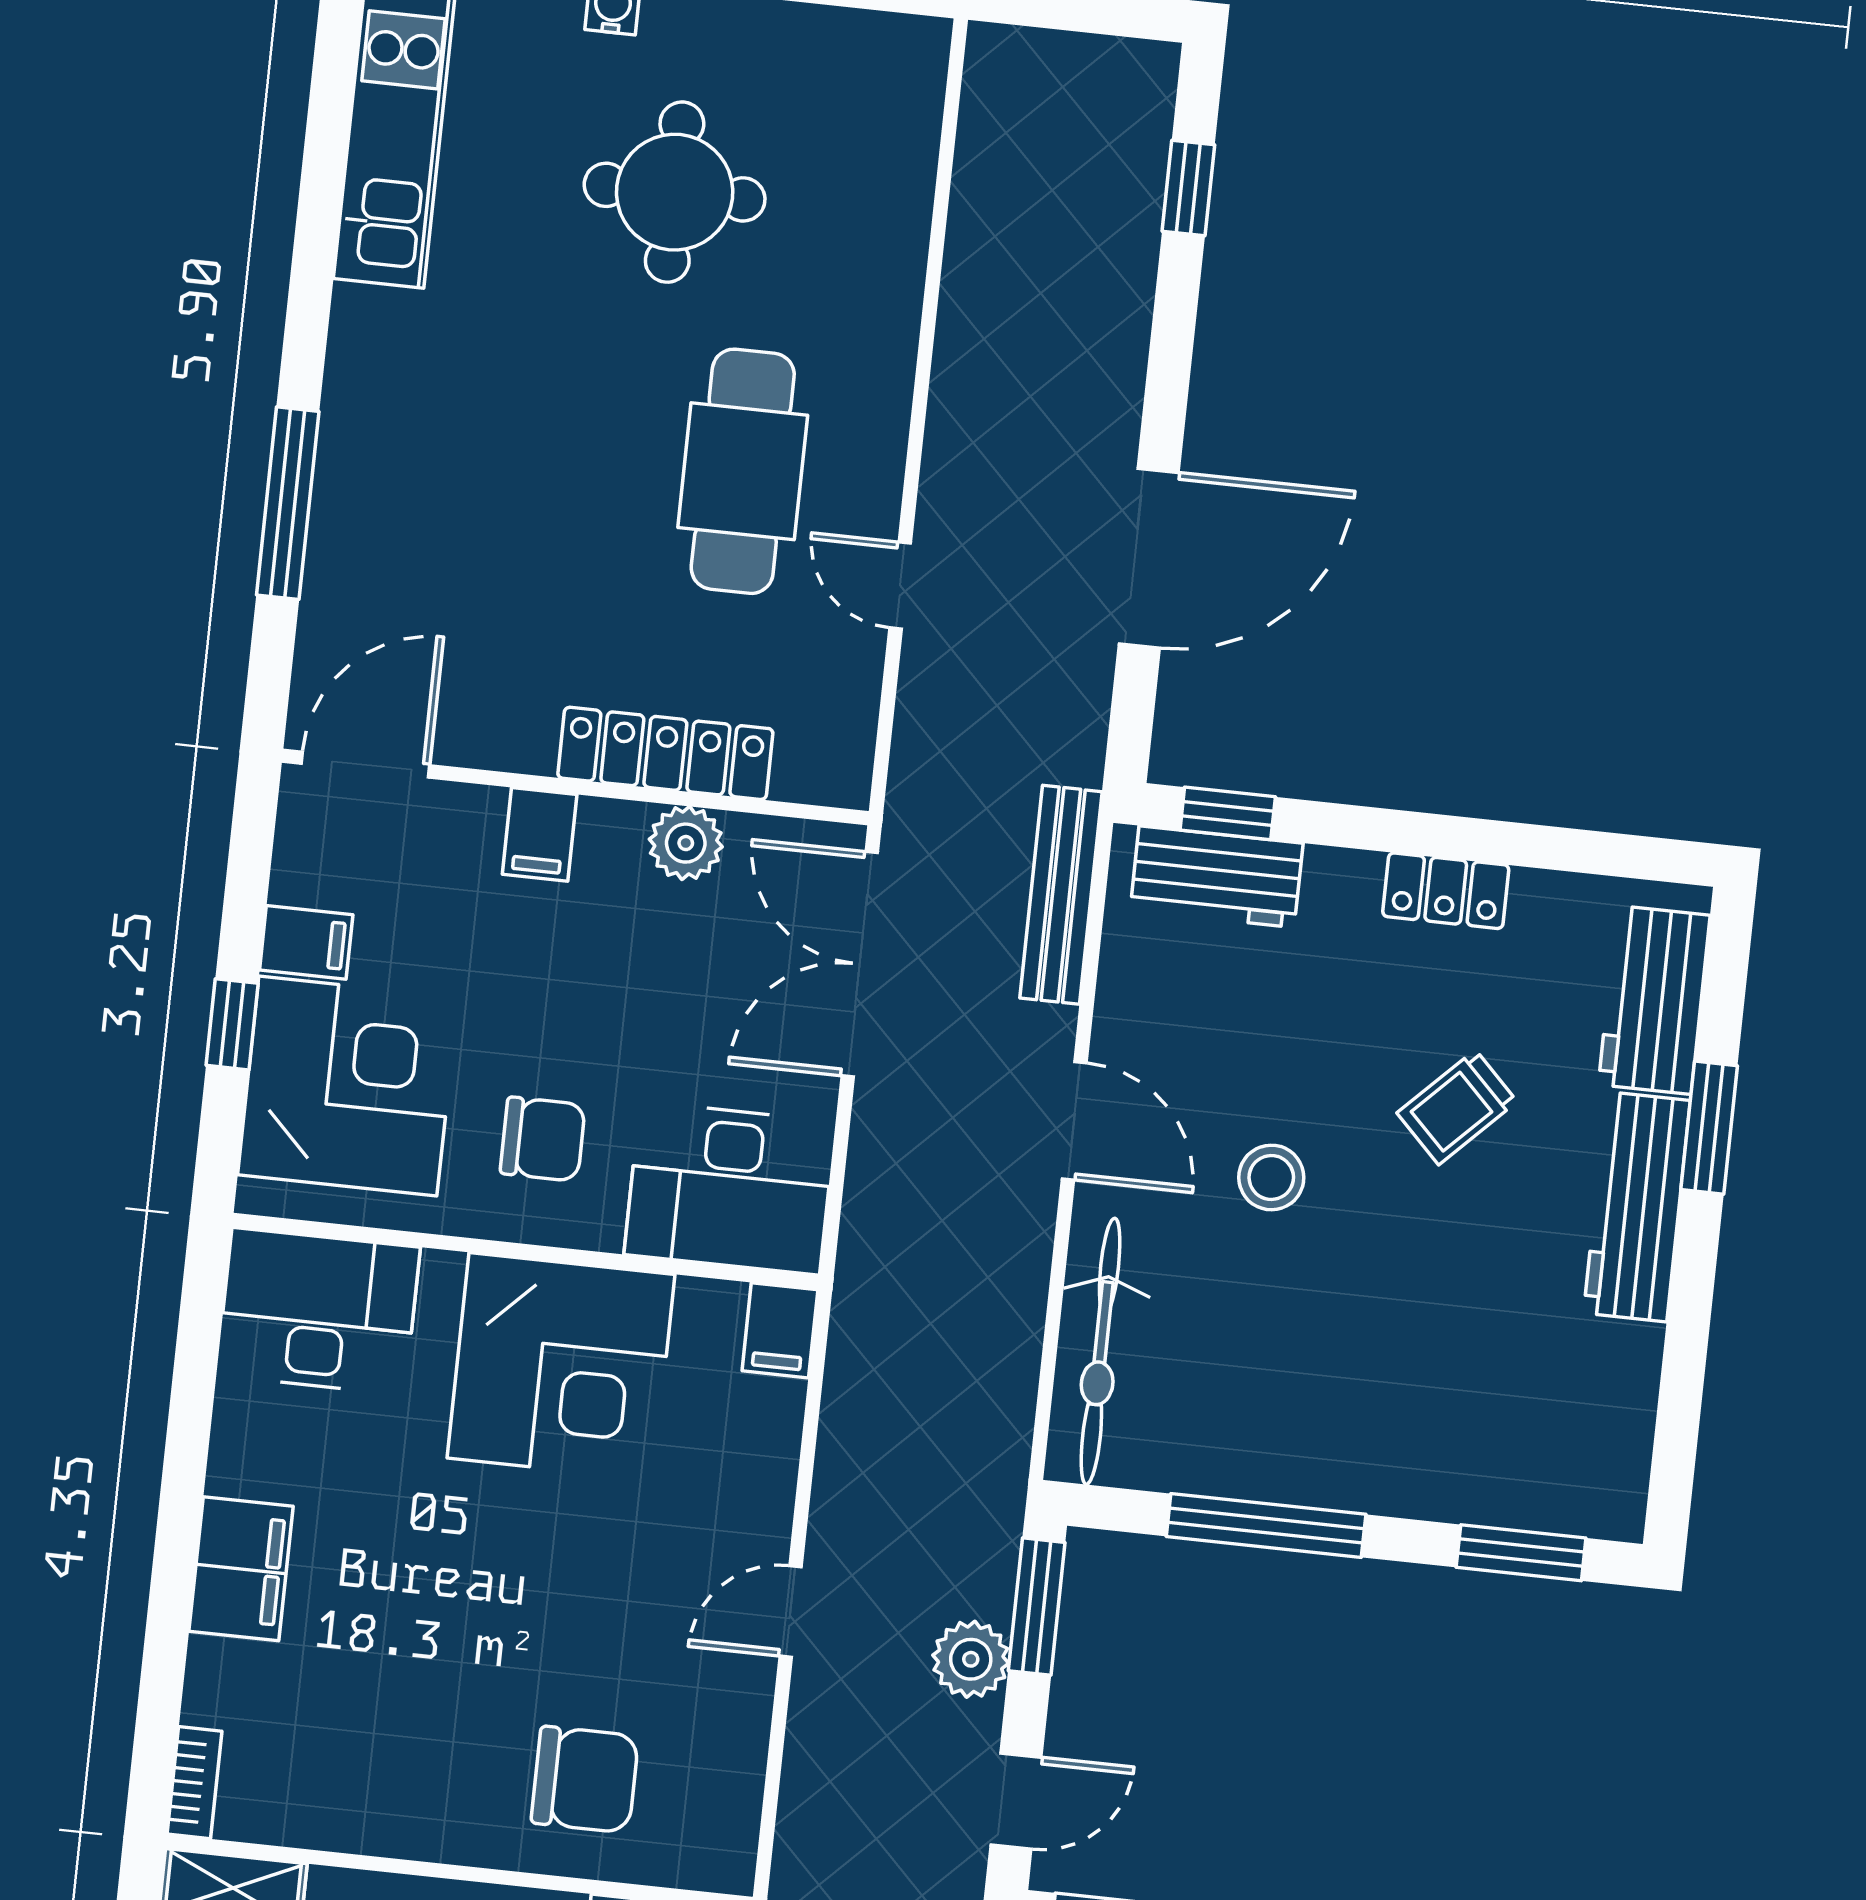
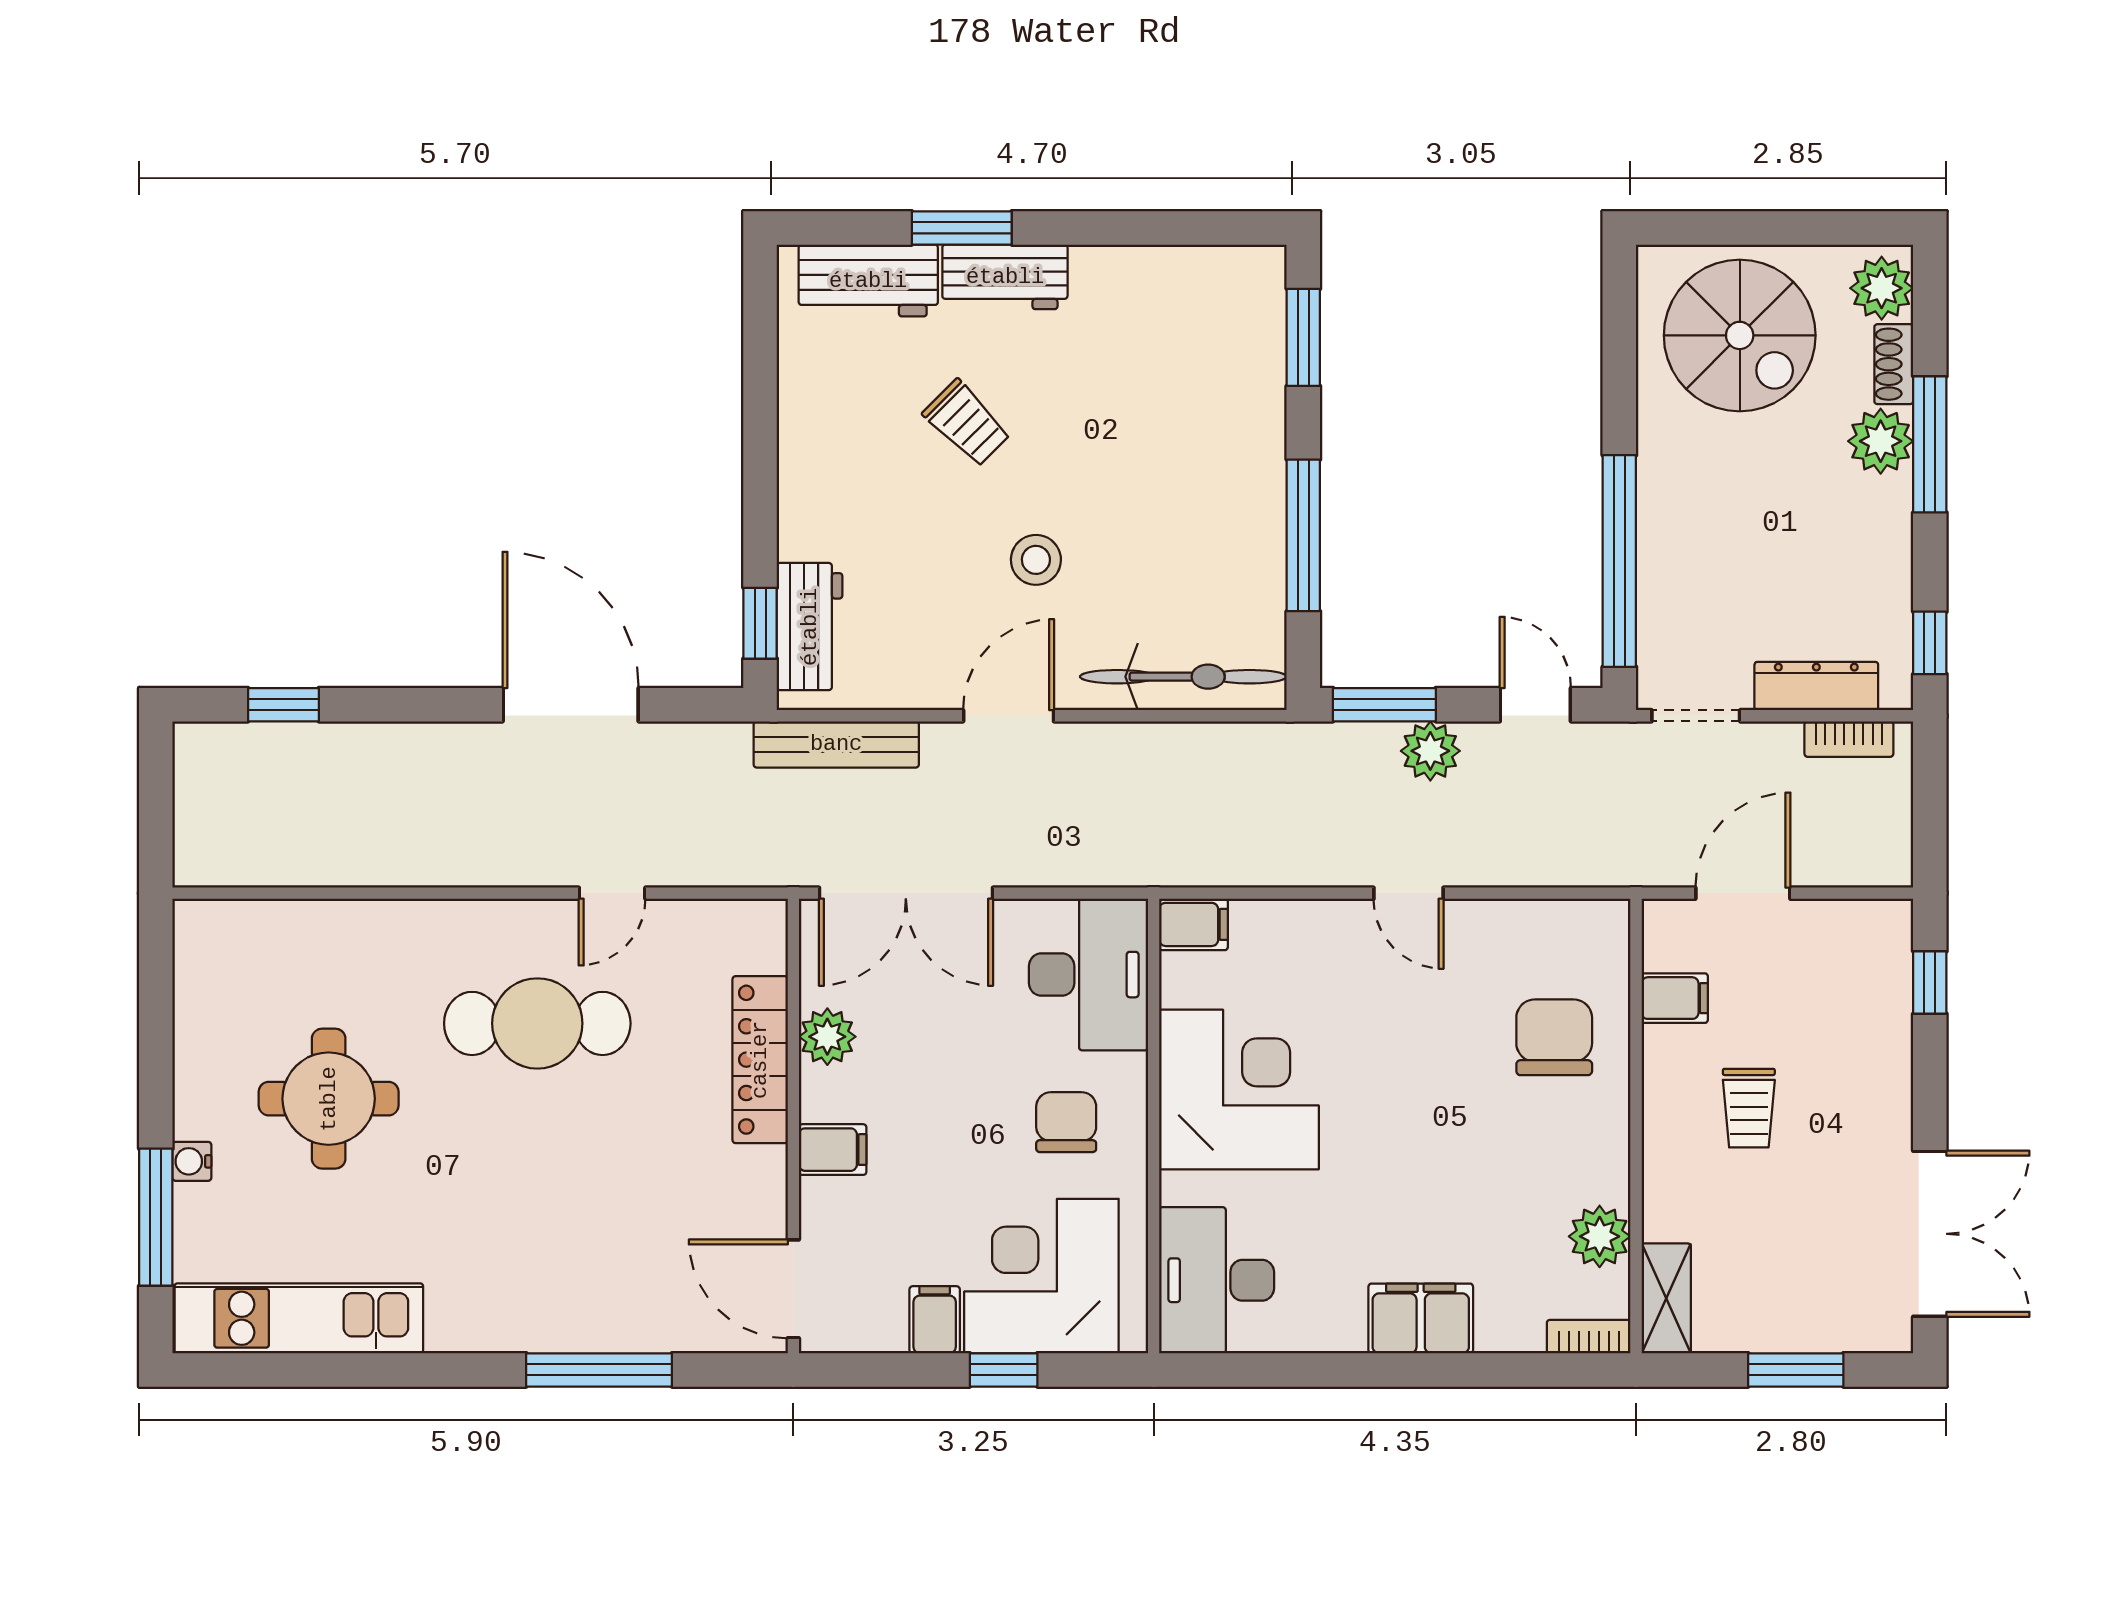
locker: (1446, 891) -> (802, 450), removed
workbench: (1637, 1207) -> (1005, 277), width x0.73
plant: (322, 1810) -> (1600, 1236), added

